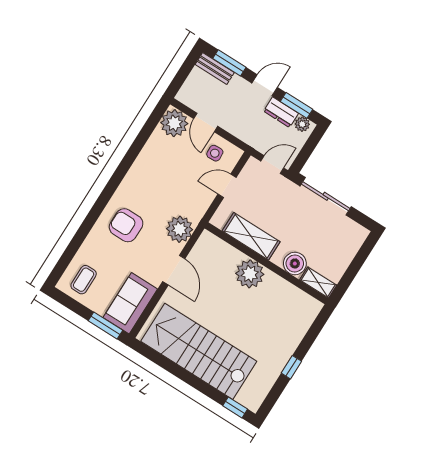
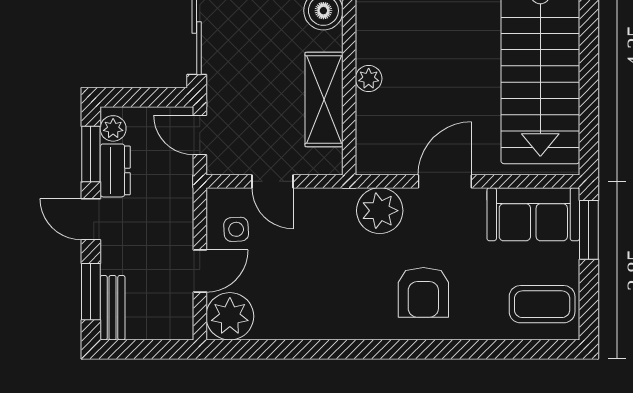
plant: (250, 274) -> (369, 79), width x0.53, depth x0.53
coffee table: (84, 280) -> (542, 304), width x1.36, depth x1.30

